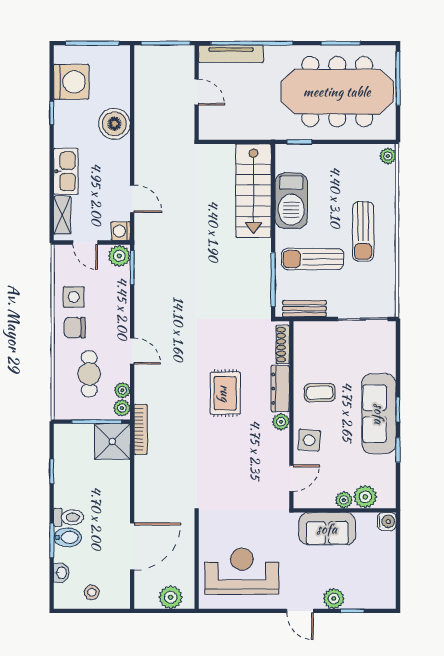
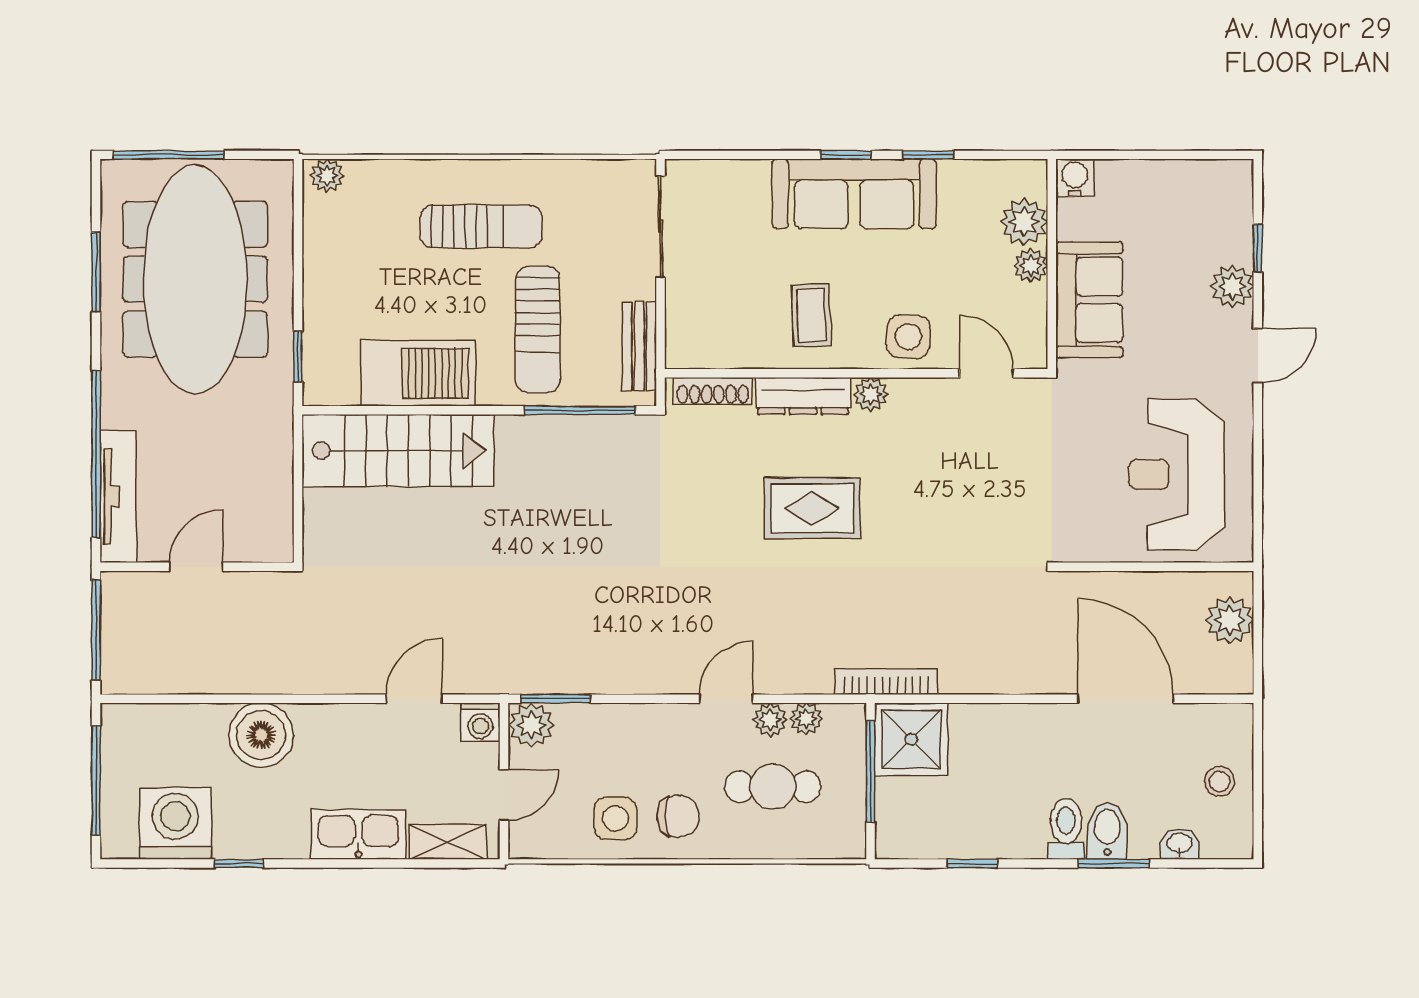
chair: (75, 328) -> (678, 816), turned -90
plant: (122, 408) -> (770, 720), moved

